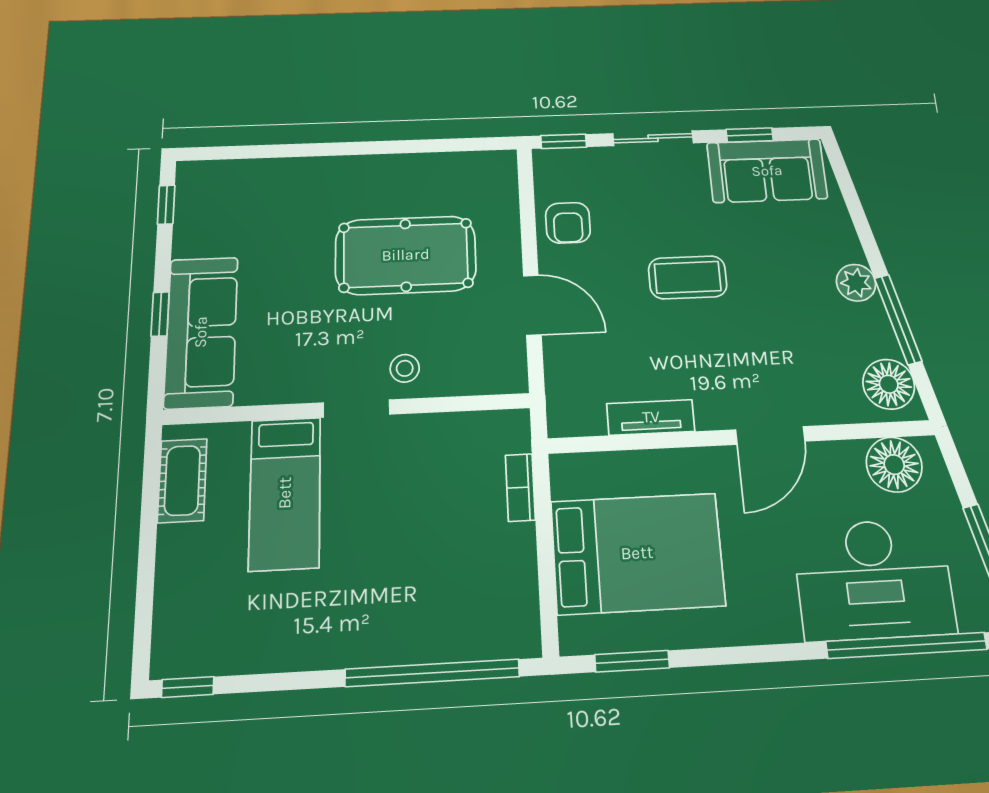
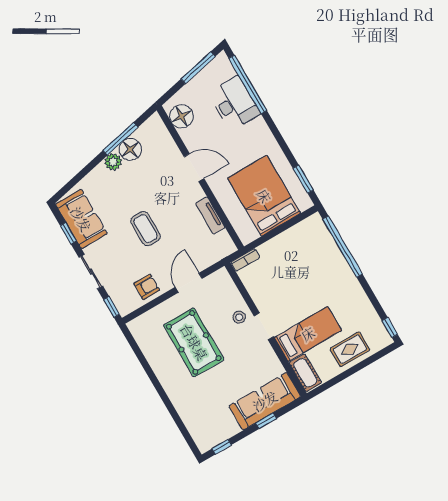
floor lamp: (889, 384) -> (130, 149), moved
cot: (182, 480) -> (305, 373), moved, turned 90
bookcase: (520, 487) -> (245, 260), moved
rug: (196, 568) -> (350, 349), added
desk: (874, 579) -> (234, 103), width x0.73, depth x0.77

